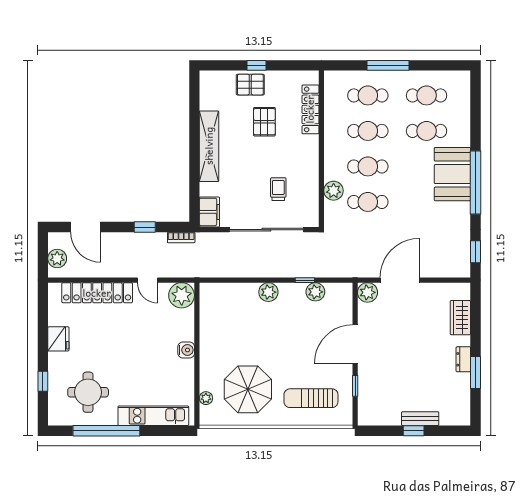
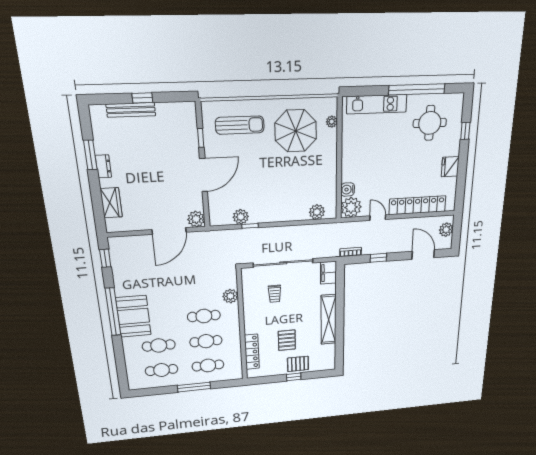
cafe table: (368, 202) -> (202, 290), removed
plant: (268, 292) -> (317, 212), moved
water cooler: (186, 350) -> (348, 190), moved
bench: (420, 419) -> (131, 110), width x1.36

